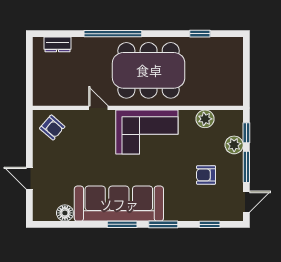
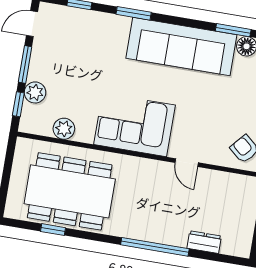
dresser: (57, 44) -> (204, 242), moved
dining table: (149, 70) -> (70, 191), moved
armchair: (206, 175) -> (74, 63), removed
window: (122, 224) -> (233, 30), moved

